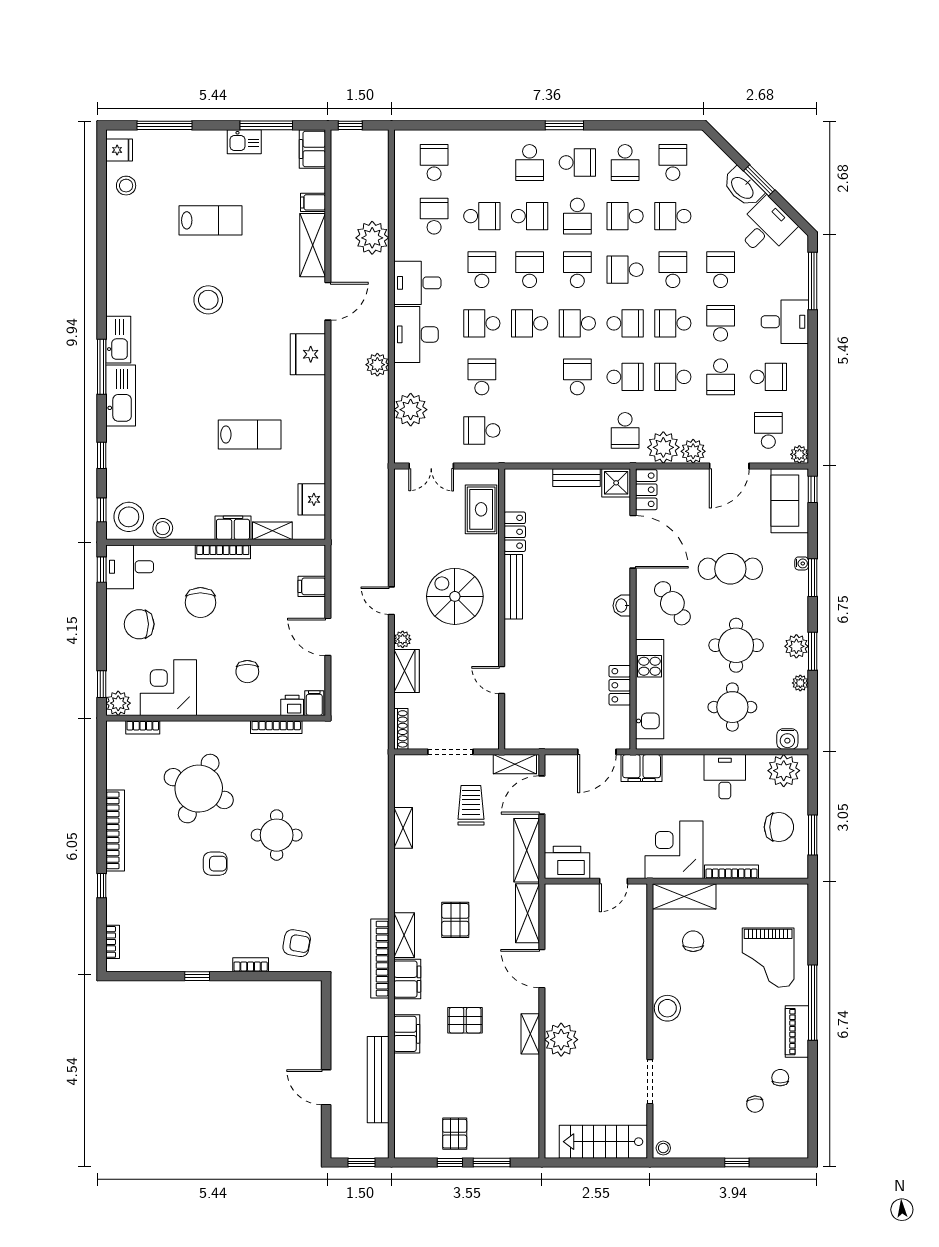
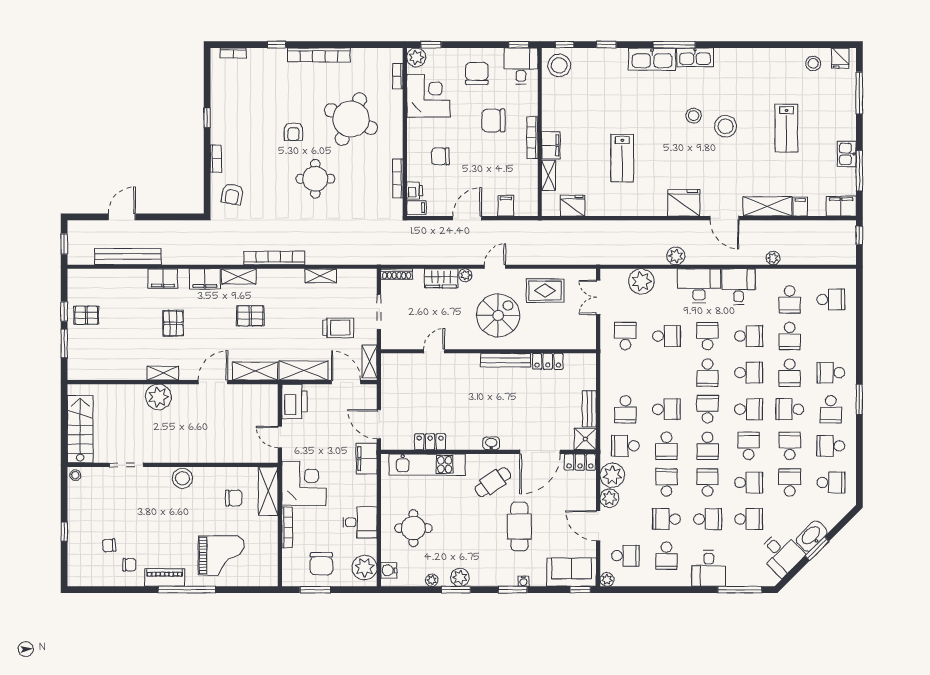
school desk: (434, 216) -> (790, 299), turned 90
plant: (372, 238) -> (773, 258), width x0.53, depth x0.53
school desk: (530, 323) -> (708, 373), turned 180
school desk: (577, 430) -> (625, 409), added
rug: (481, 509) -> (545, 291), moved
stool: (163, 528) -> (694, 116), moved
round table: (736, 645) -> (461, 531), removed
grand piano: (768, 958) -> (221, 555), turned 180
bookcase: (380, 959) -> (274, 258), moved

